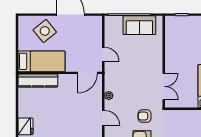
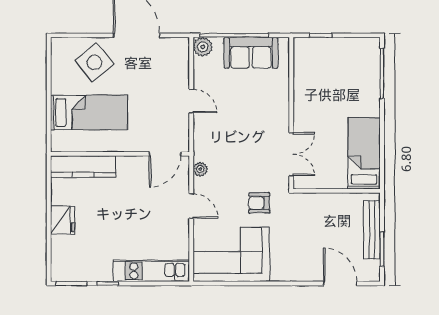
plant: (110, 22) -> (203, 47), added
wall: (60, 73) -> (120, 154), moved
door: (88, 73) -> (165, 154), moved
kitchen counter: (38, 81) -> (83, 167), moved

